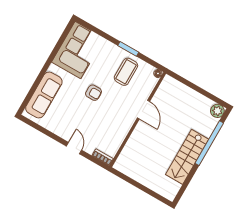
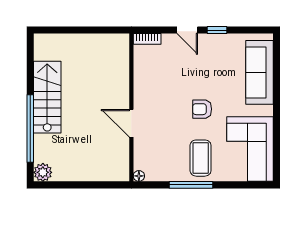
window: (128, 49) -> (191, 185), width x1.44
coffee table: (126, 72) -> (201, 158), moved
window: (55, 137) -> (217, 30), added

